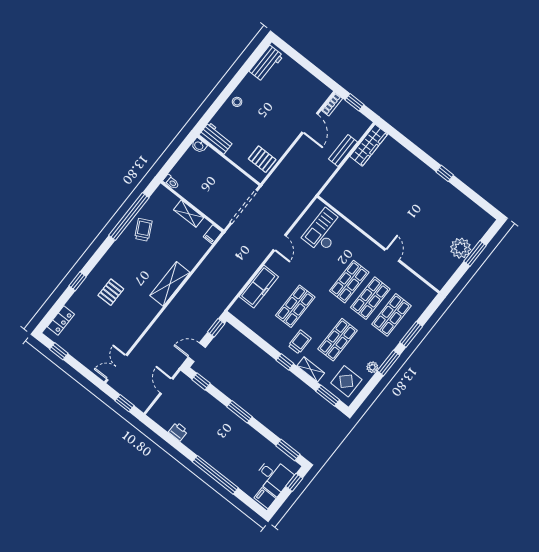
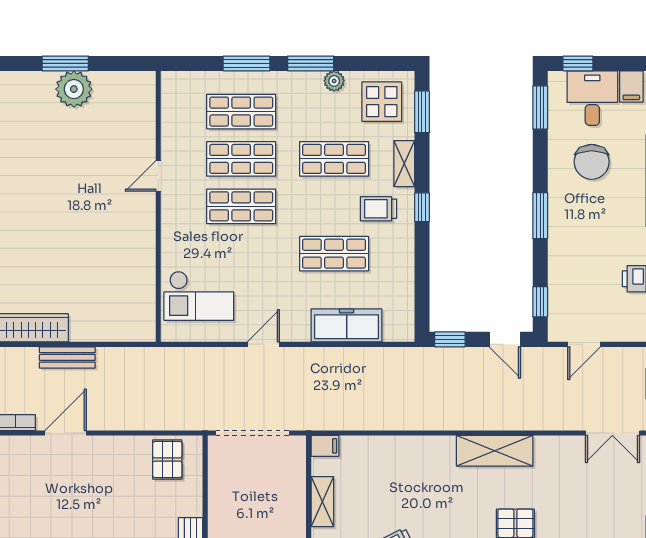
shelving: (170, 284) -> (495, 451), moved
chair: (245, 454) -> (592, 162), added

